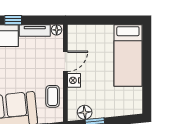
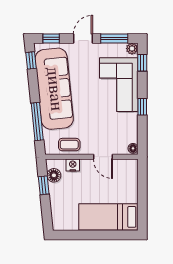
tv unit: (35, 31) -> (132, 127), removed
nightstand: (74, 80) -> (73, 165), moved

